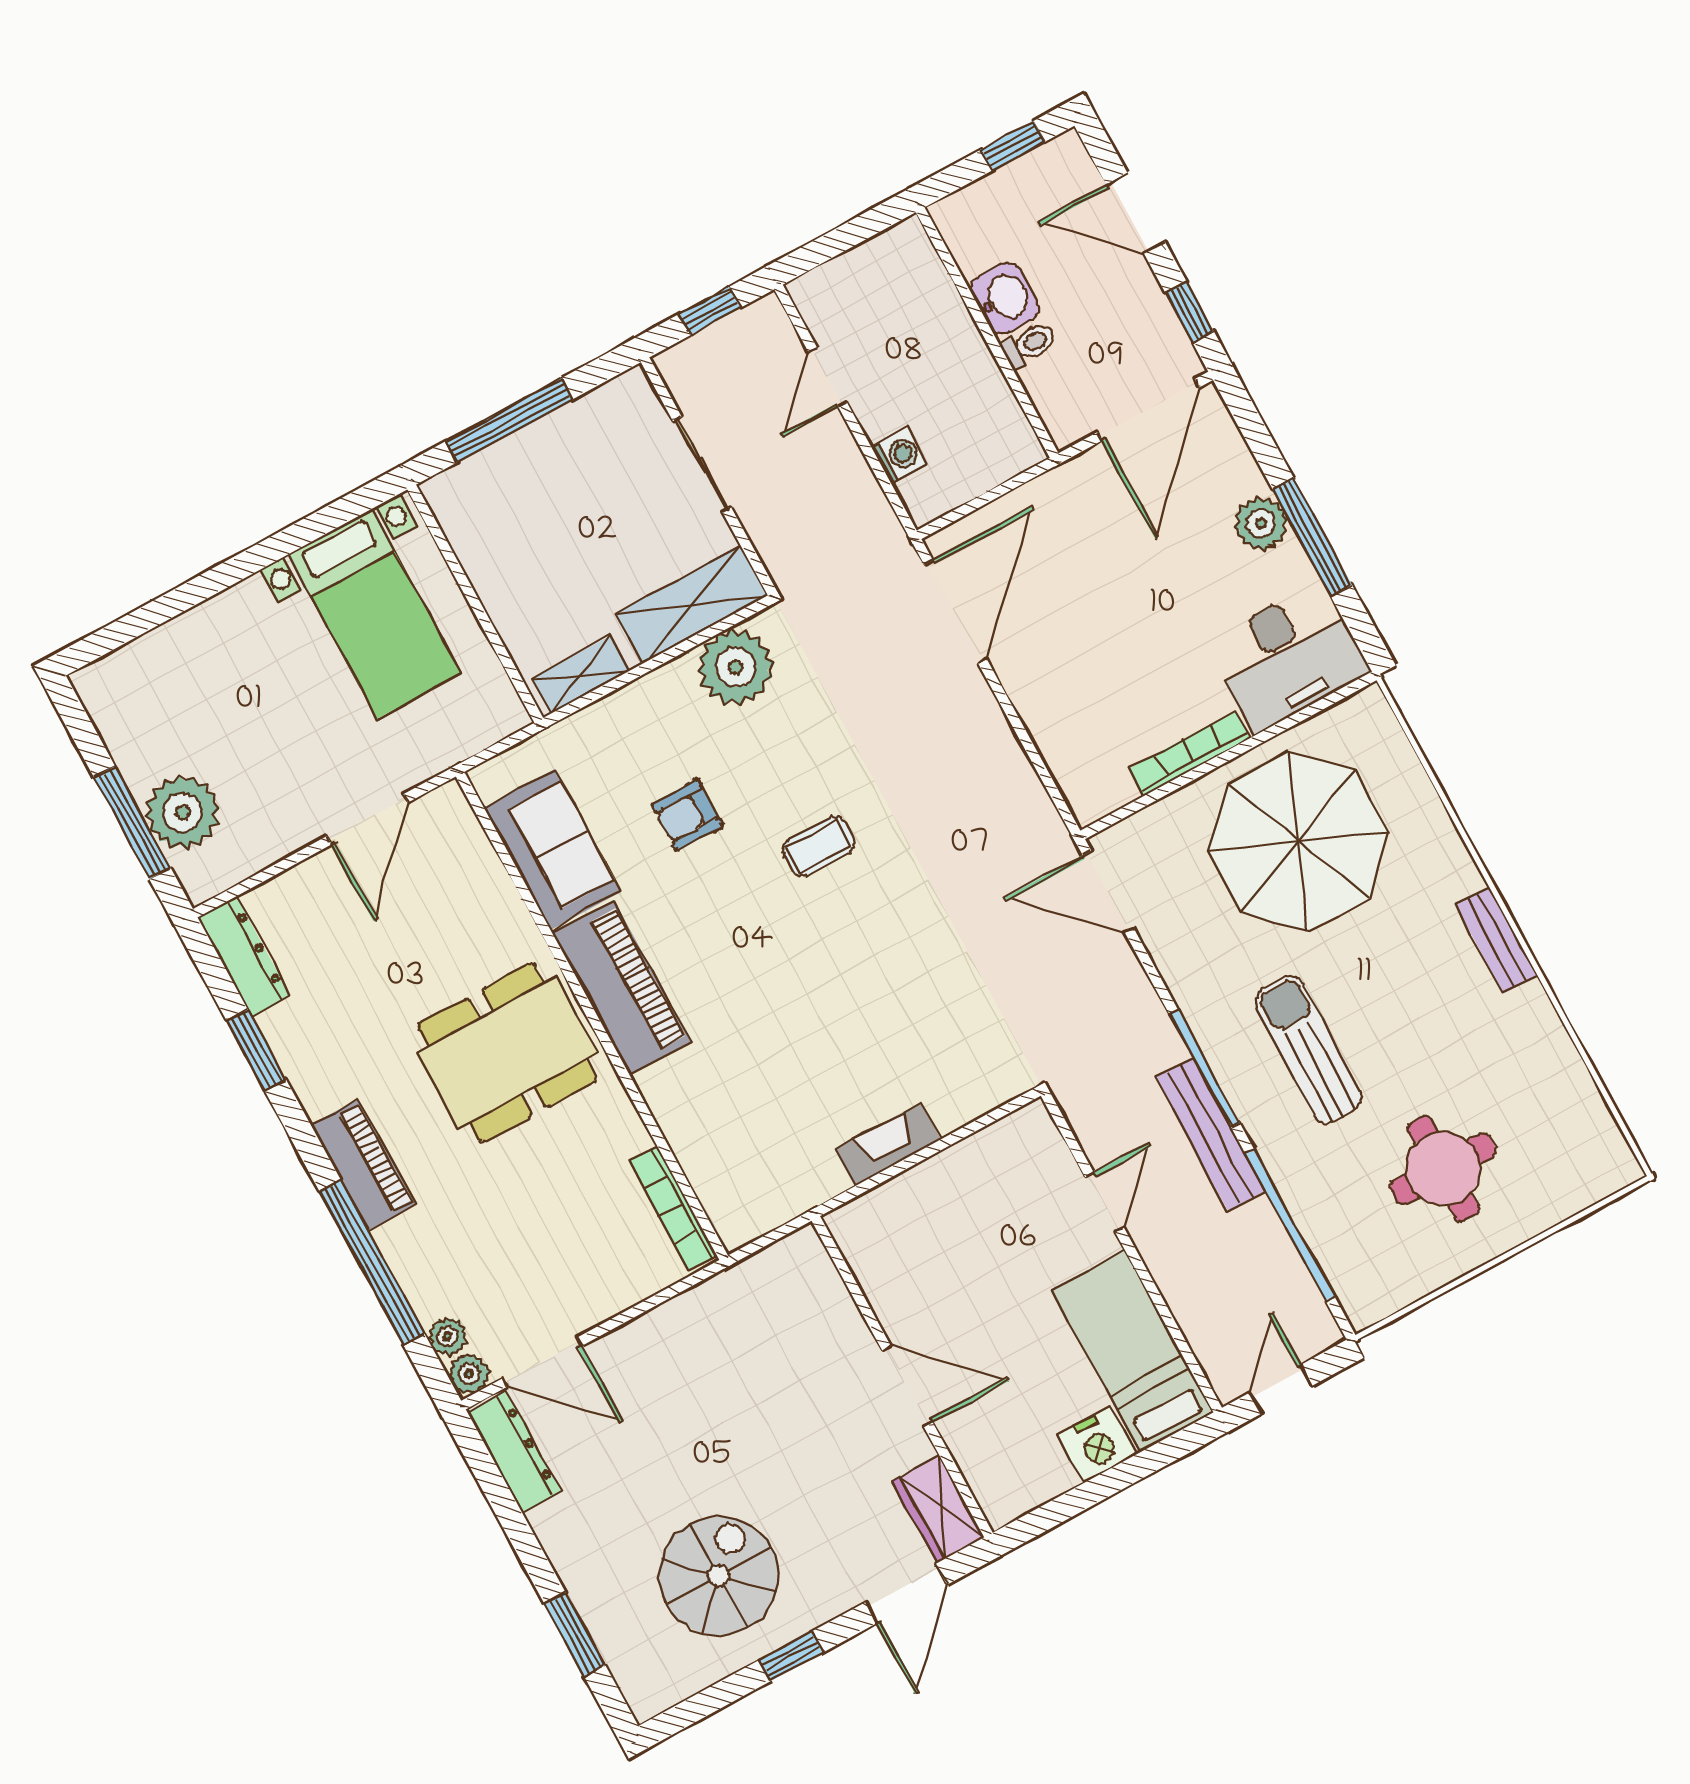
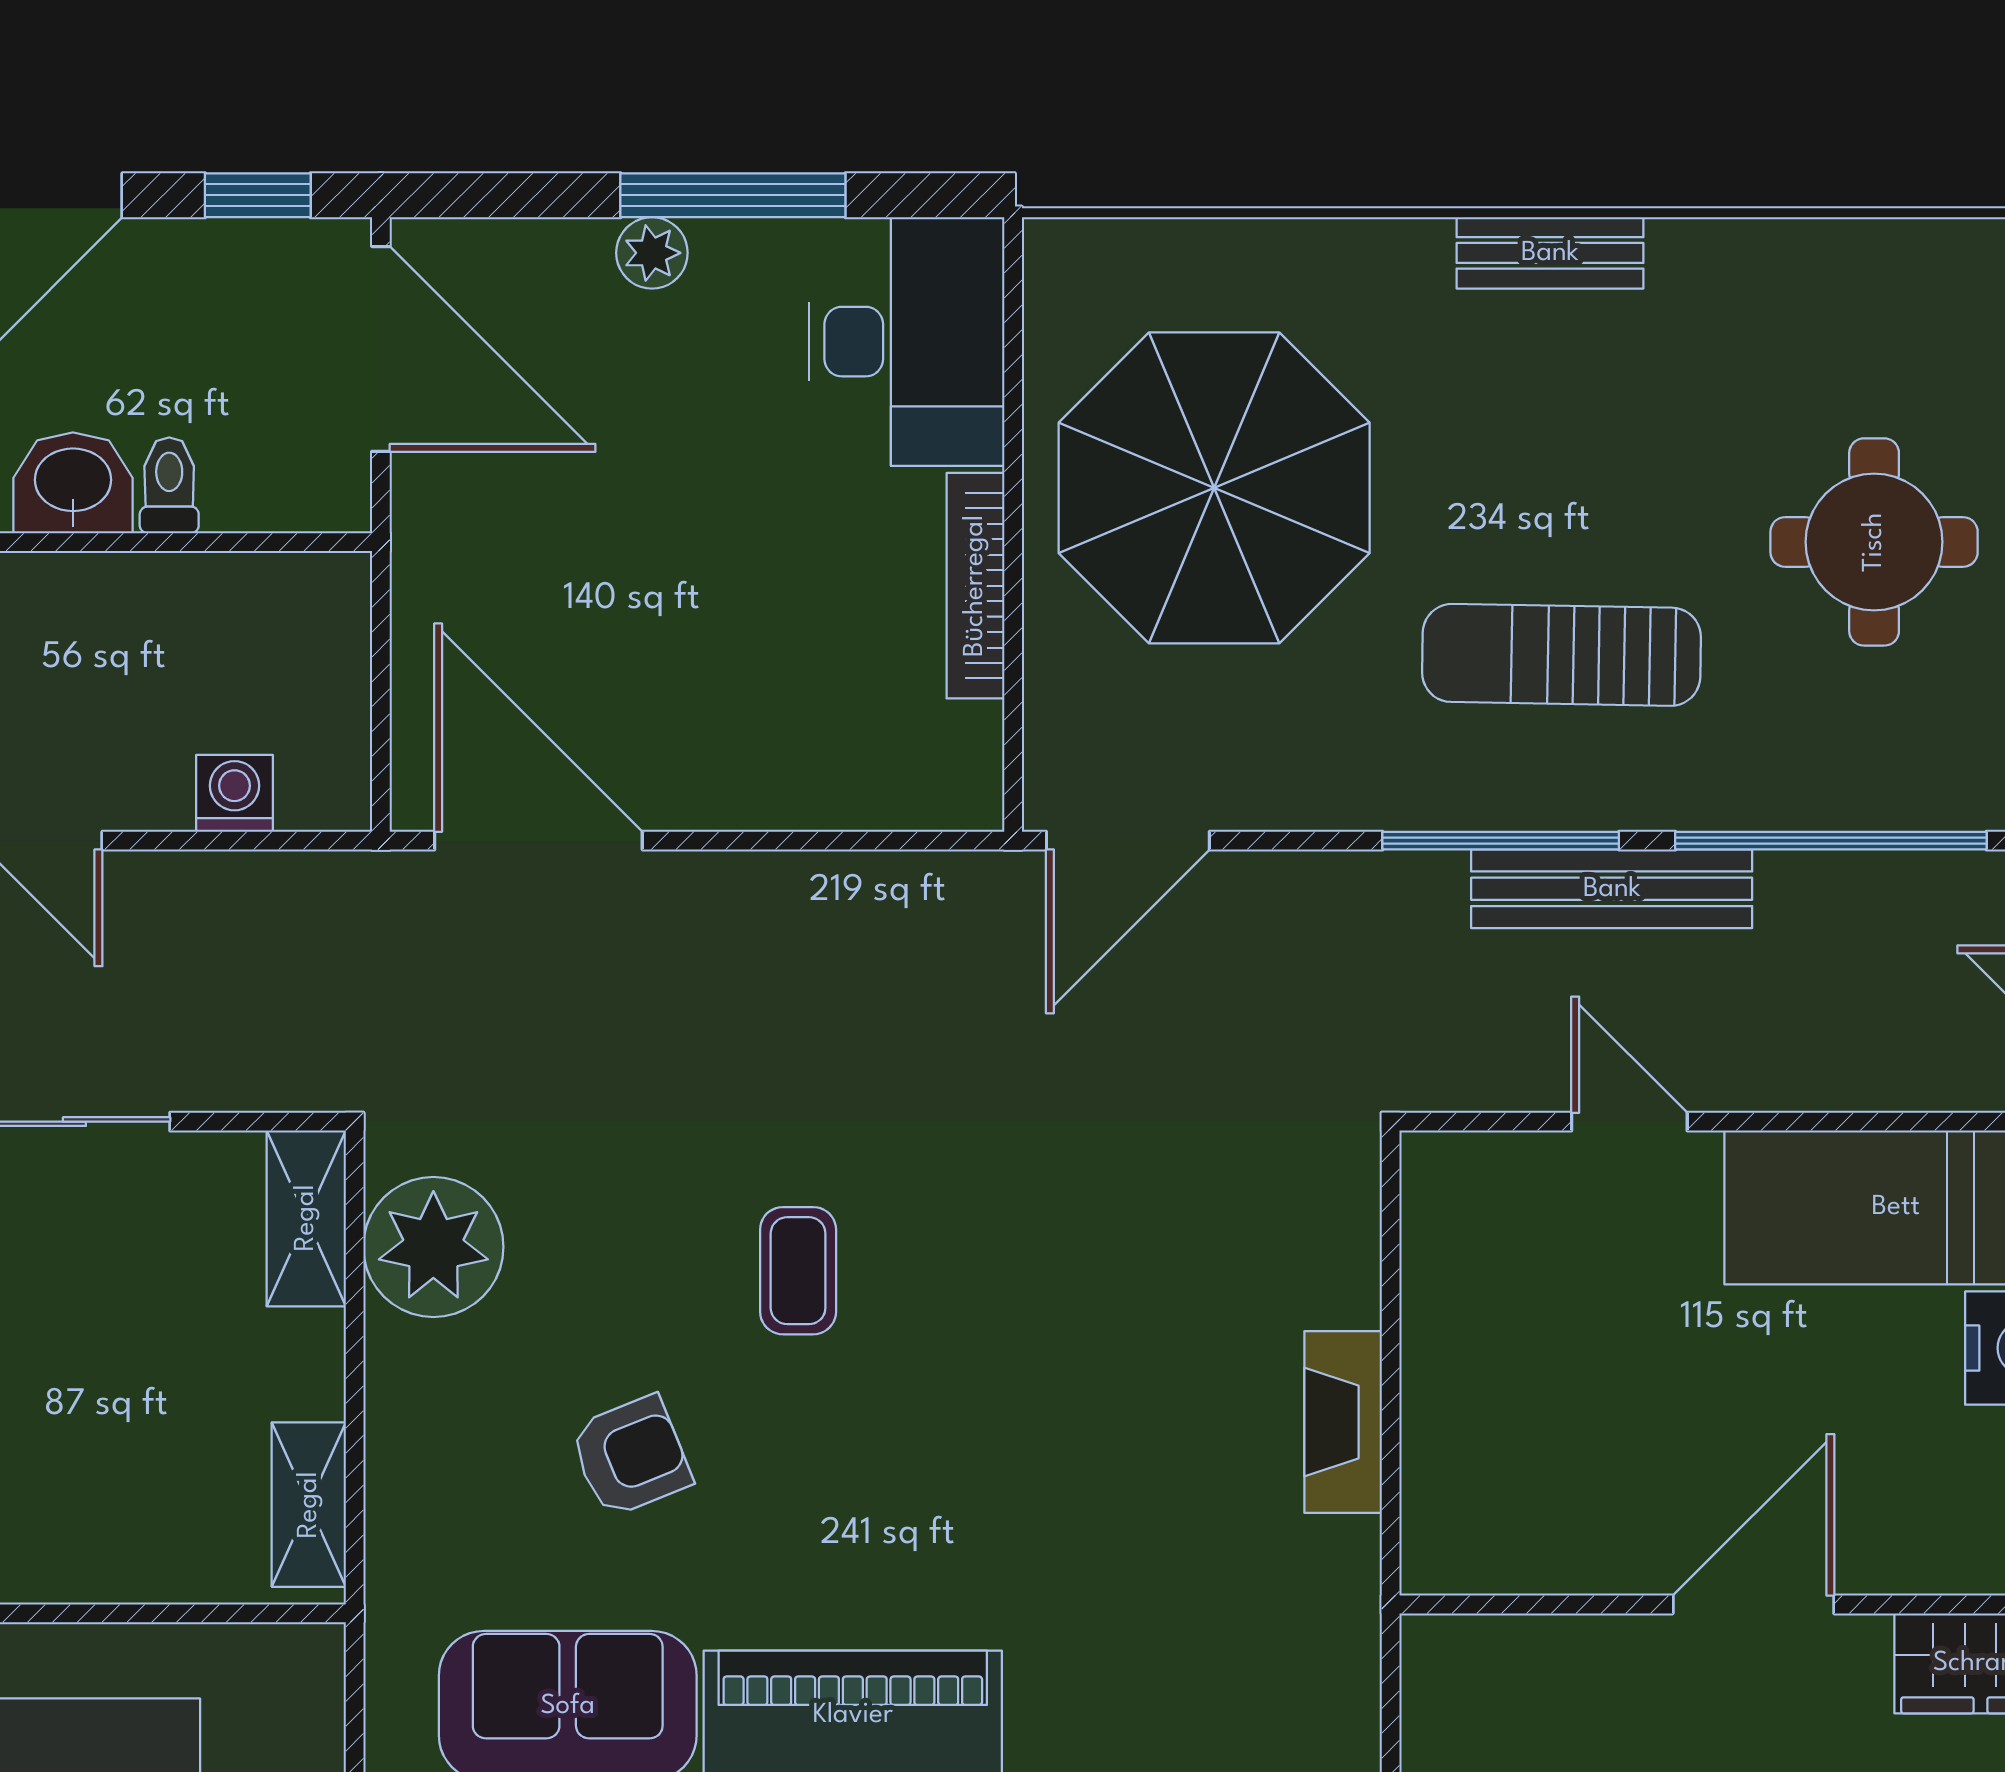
plant: (1261, 524) -> (652, 253), width x0.73, depth x0.73
shelving: (692, 605) -> (306, 1218), width x0.67, depth x0.75
armchair: (687, 815) -> (631, 1456), turned -112

